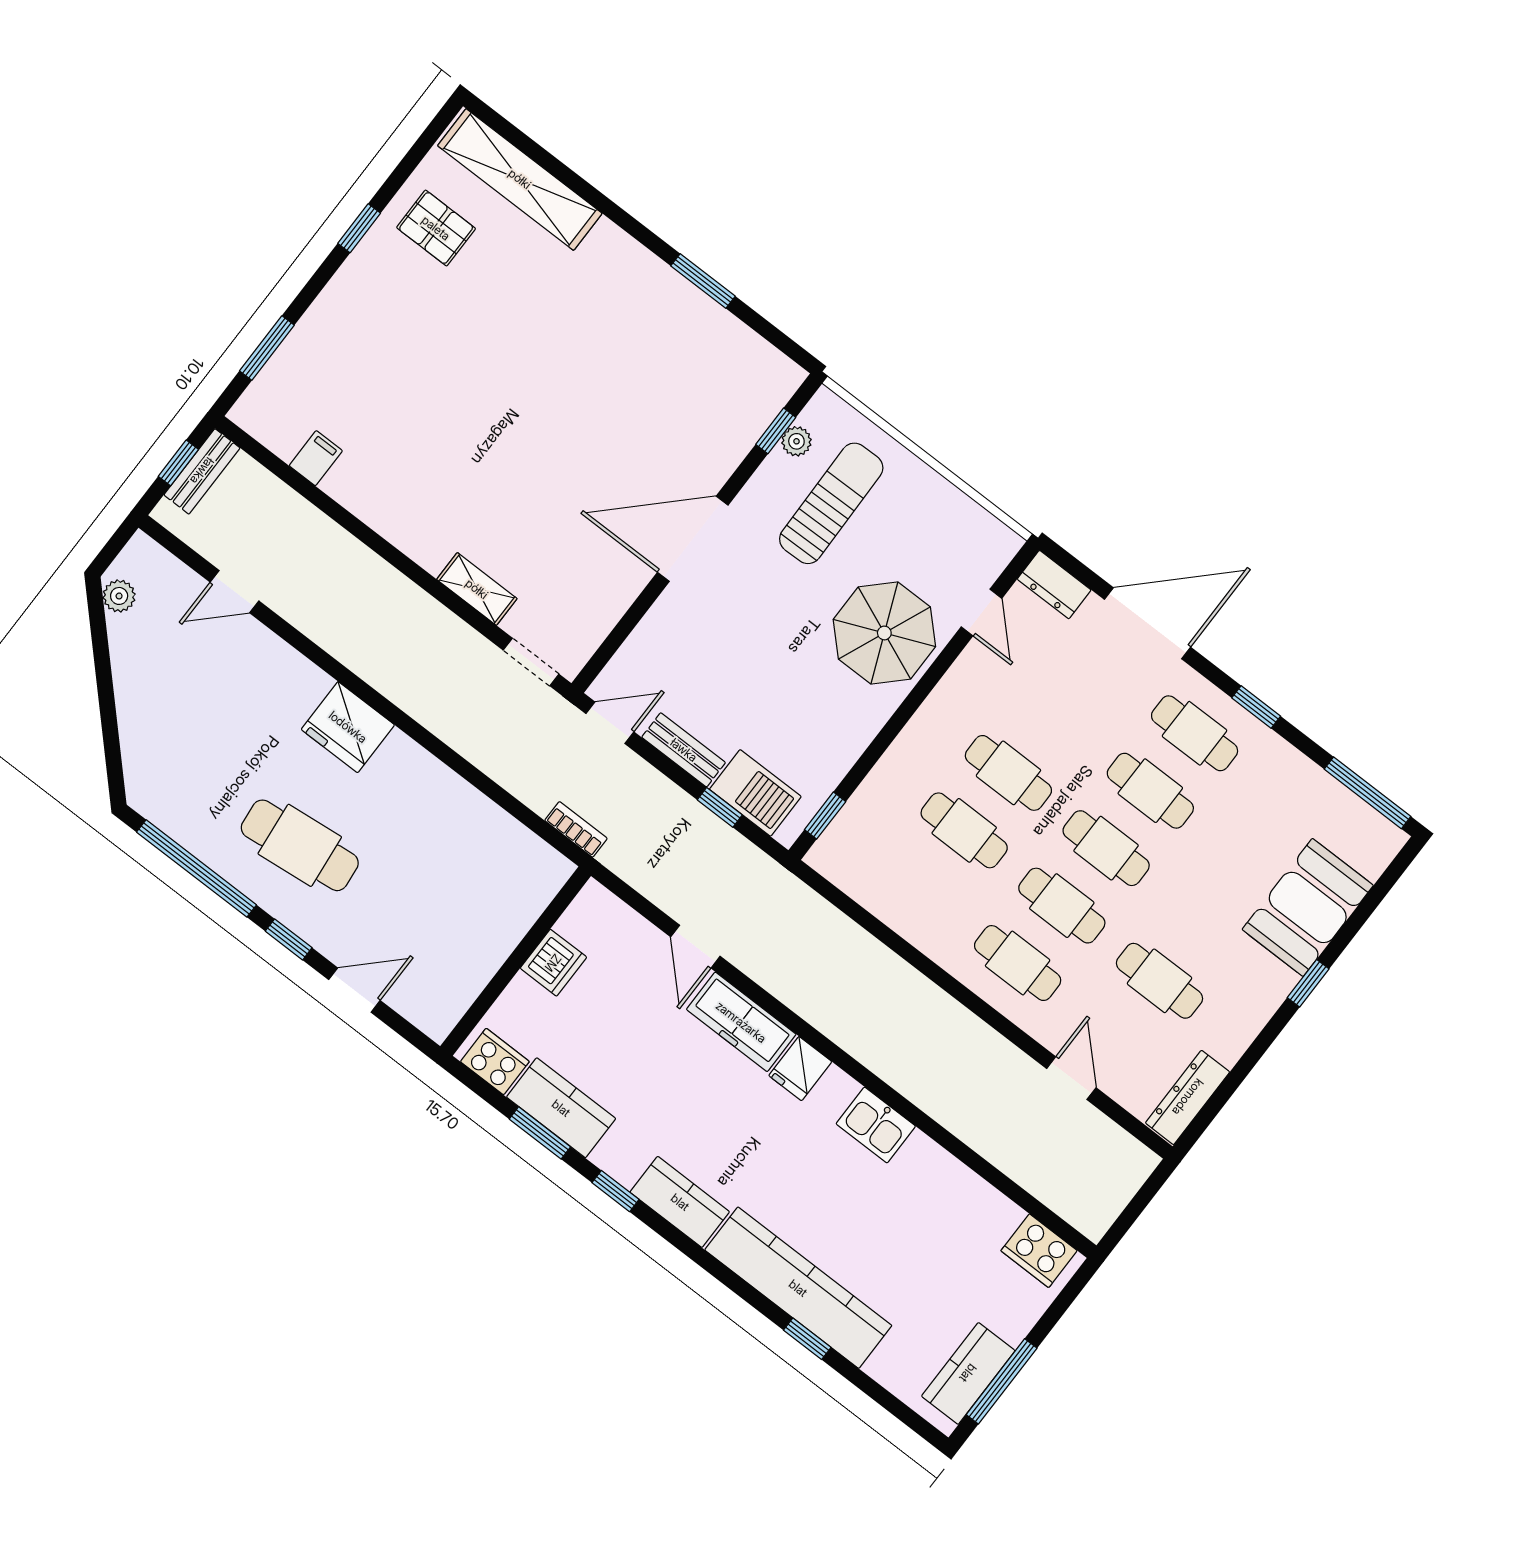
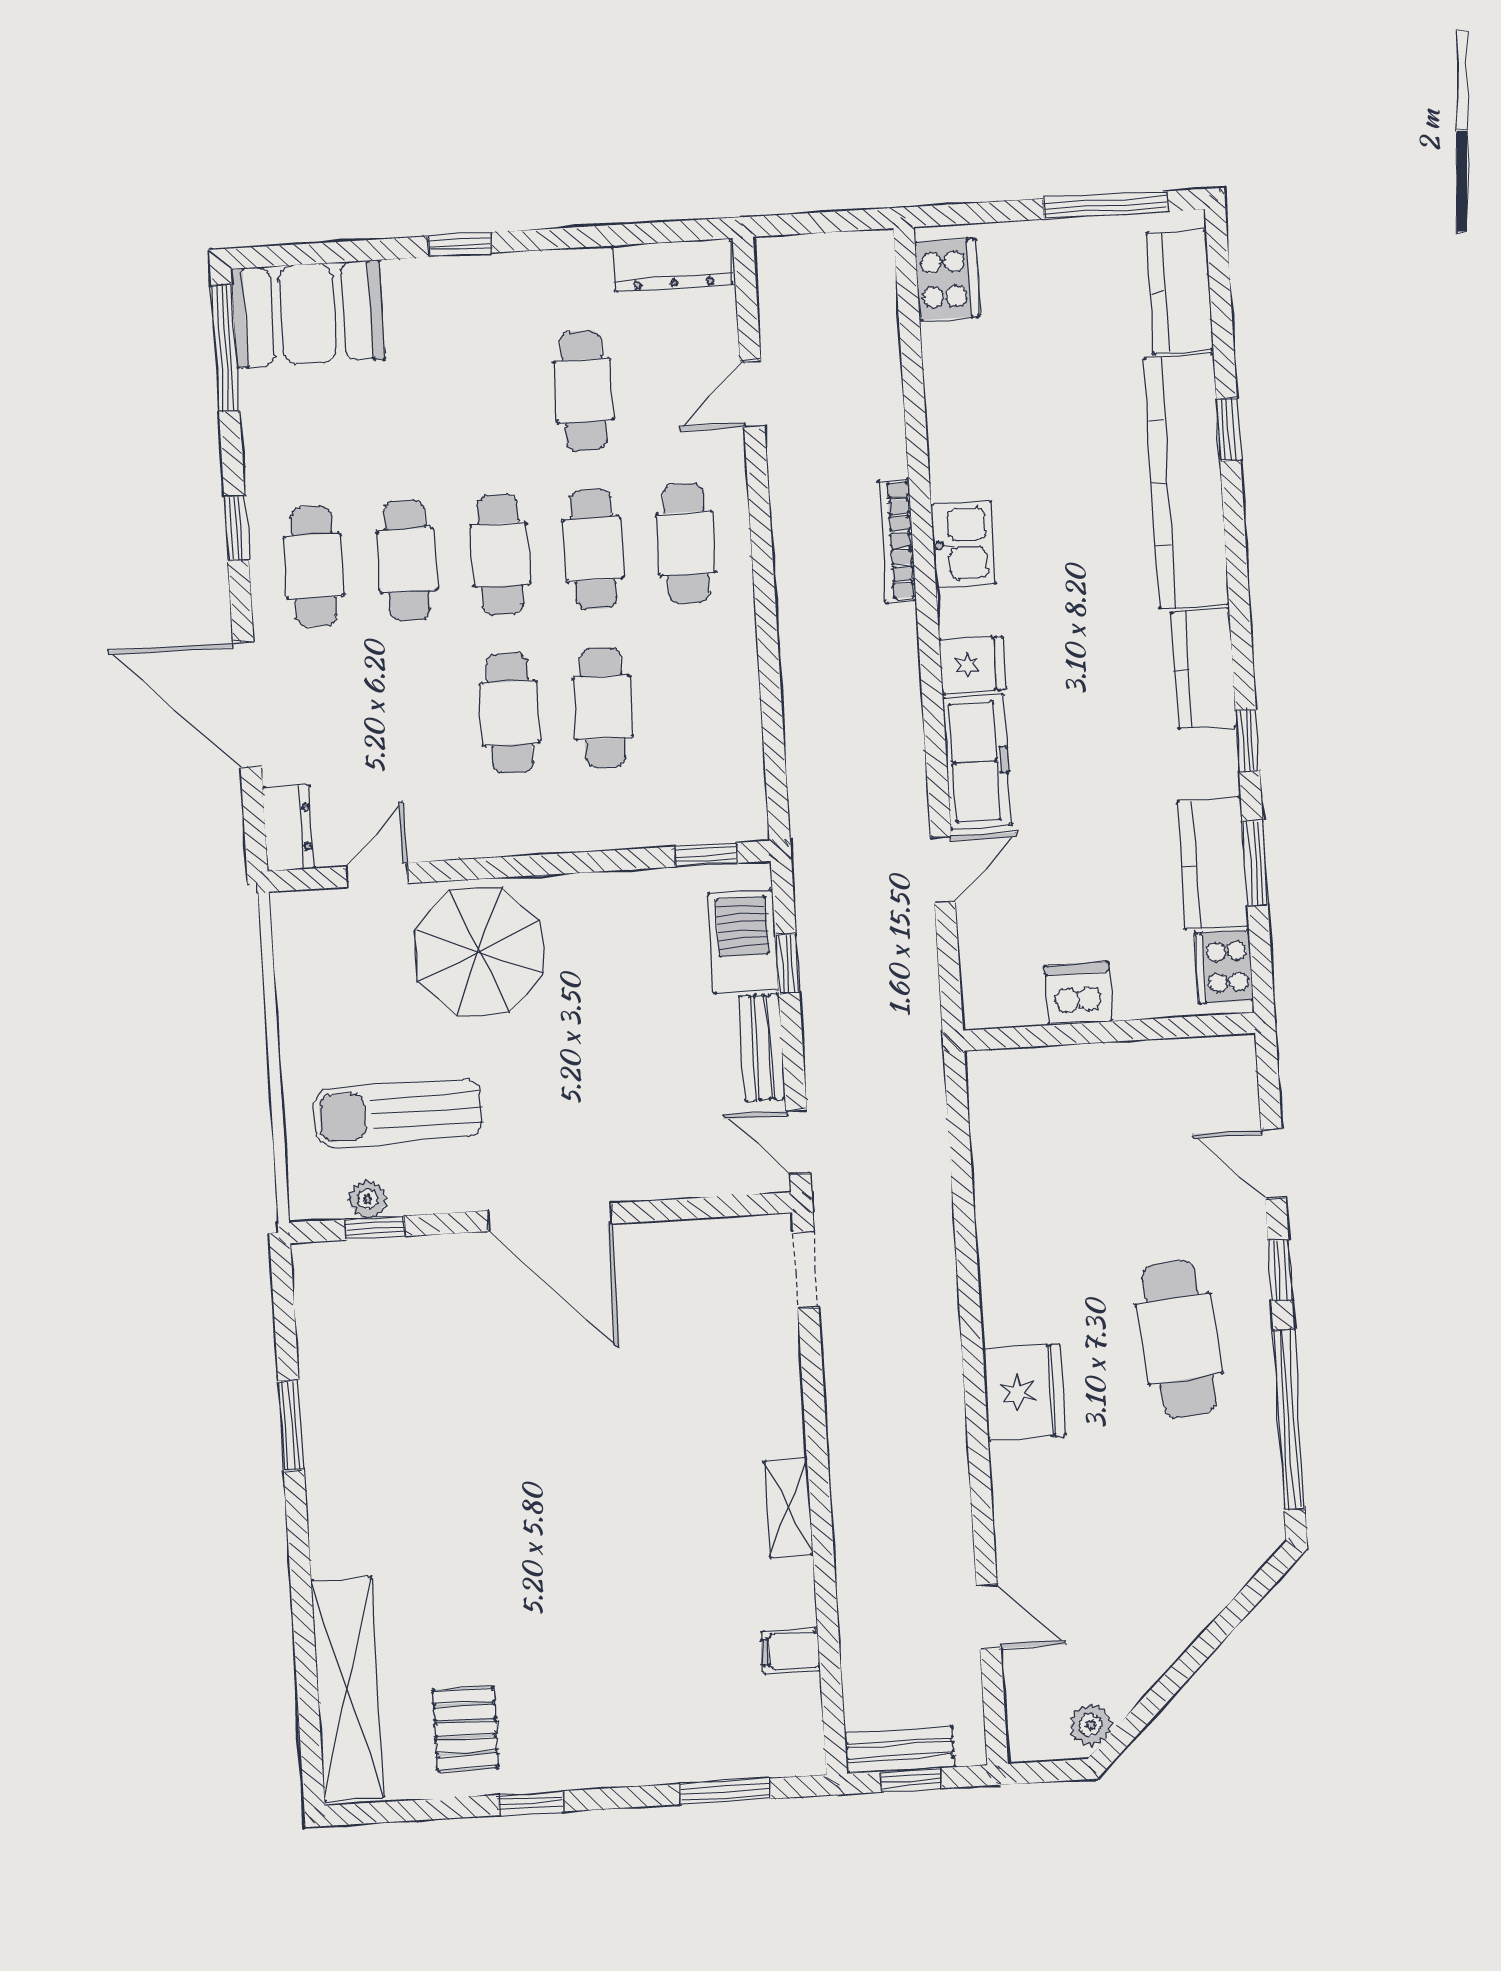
shelving: (477, 589) -> (789, 1508), moved
bookcase: (576, 829) -> (897, 541), moved, width x1.56
booth: (1308, 907) -> (308, 314), moved
kitchen counter: (968, 1373) -> (1180, 292), moved, turned 90

